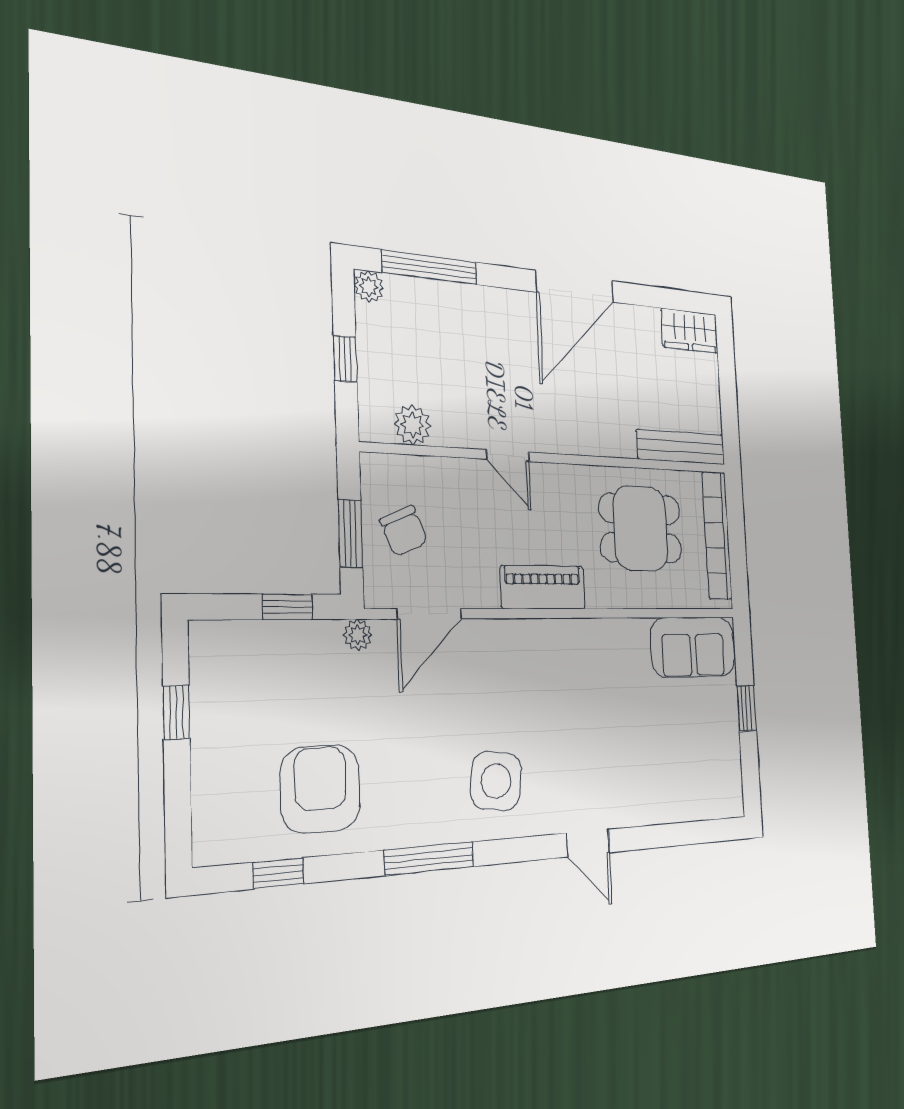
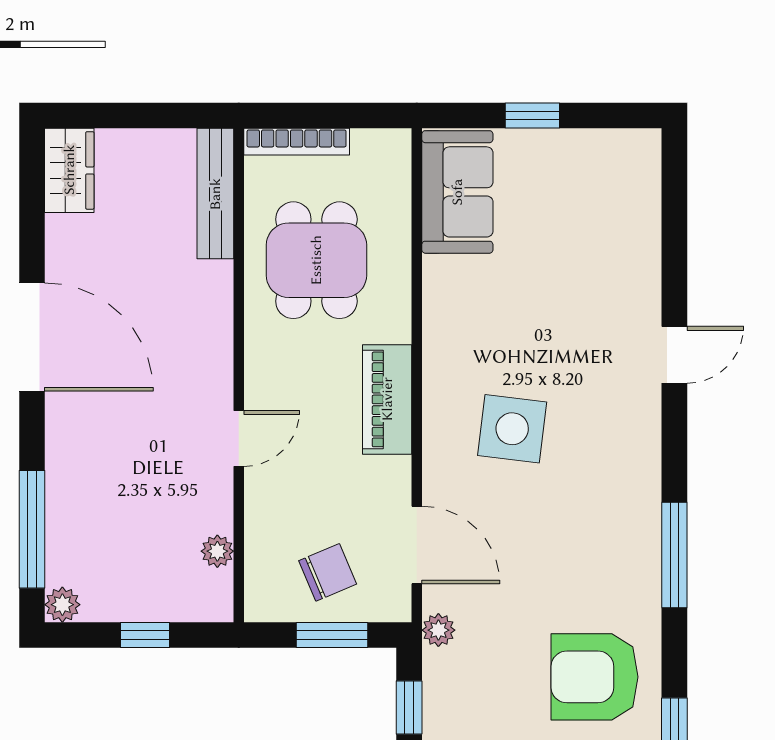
plant: (412, 425) -> (217, 551), width x0.73, depth x0.73
bookcase: (717, 535) -> (297, 142), width x0.68, depth x0.76
side table: (496, 781) -> (512, 429), moved

